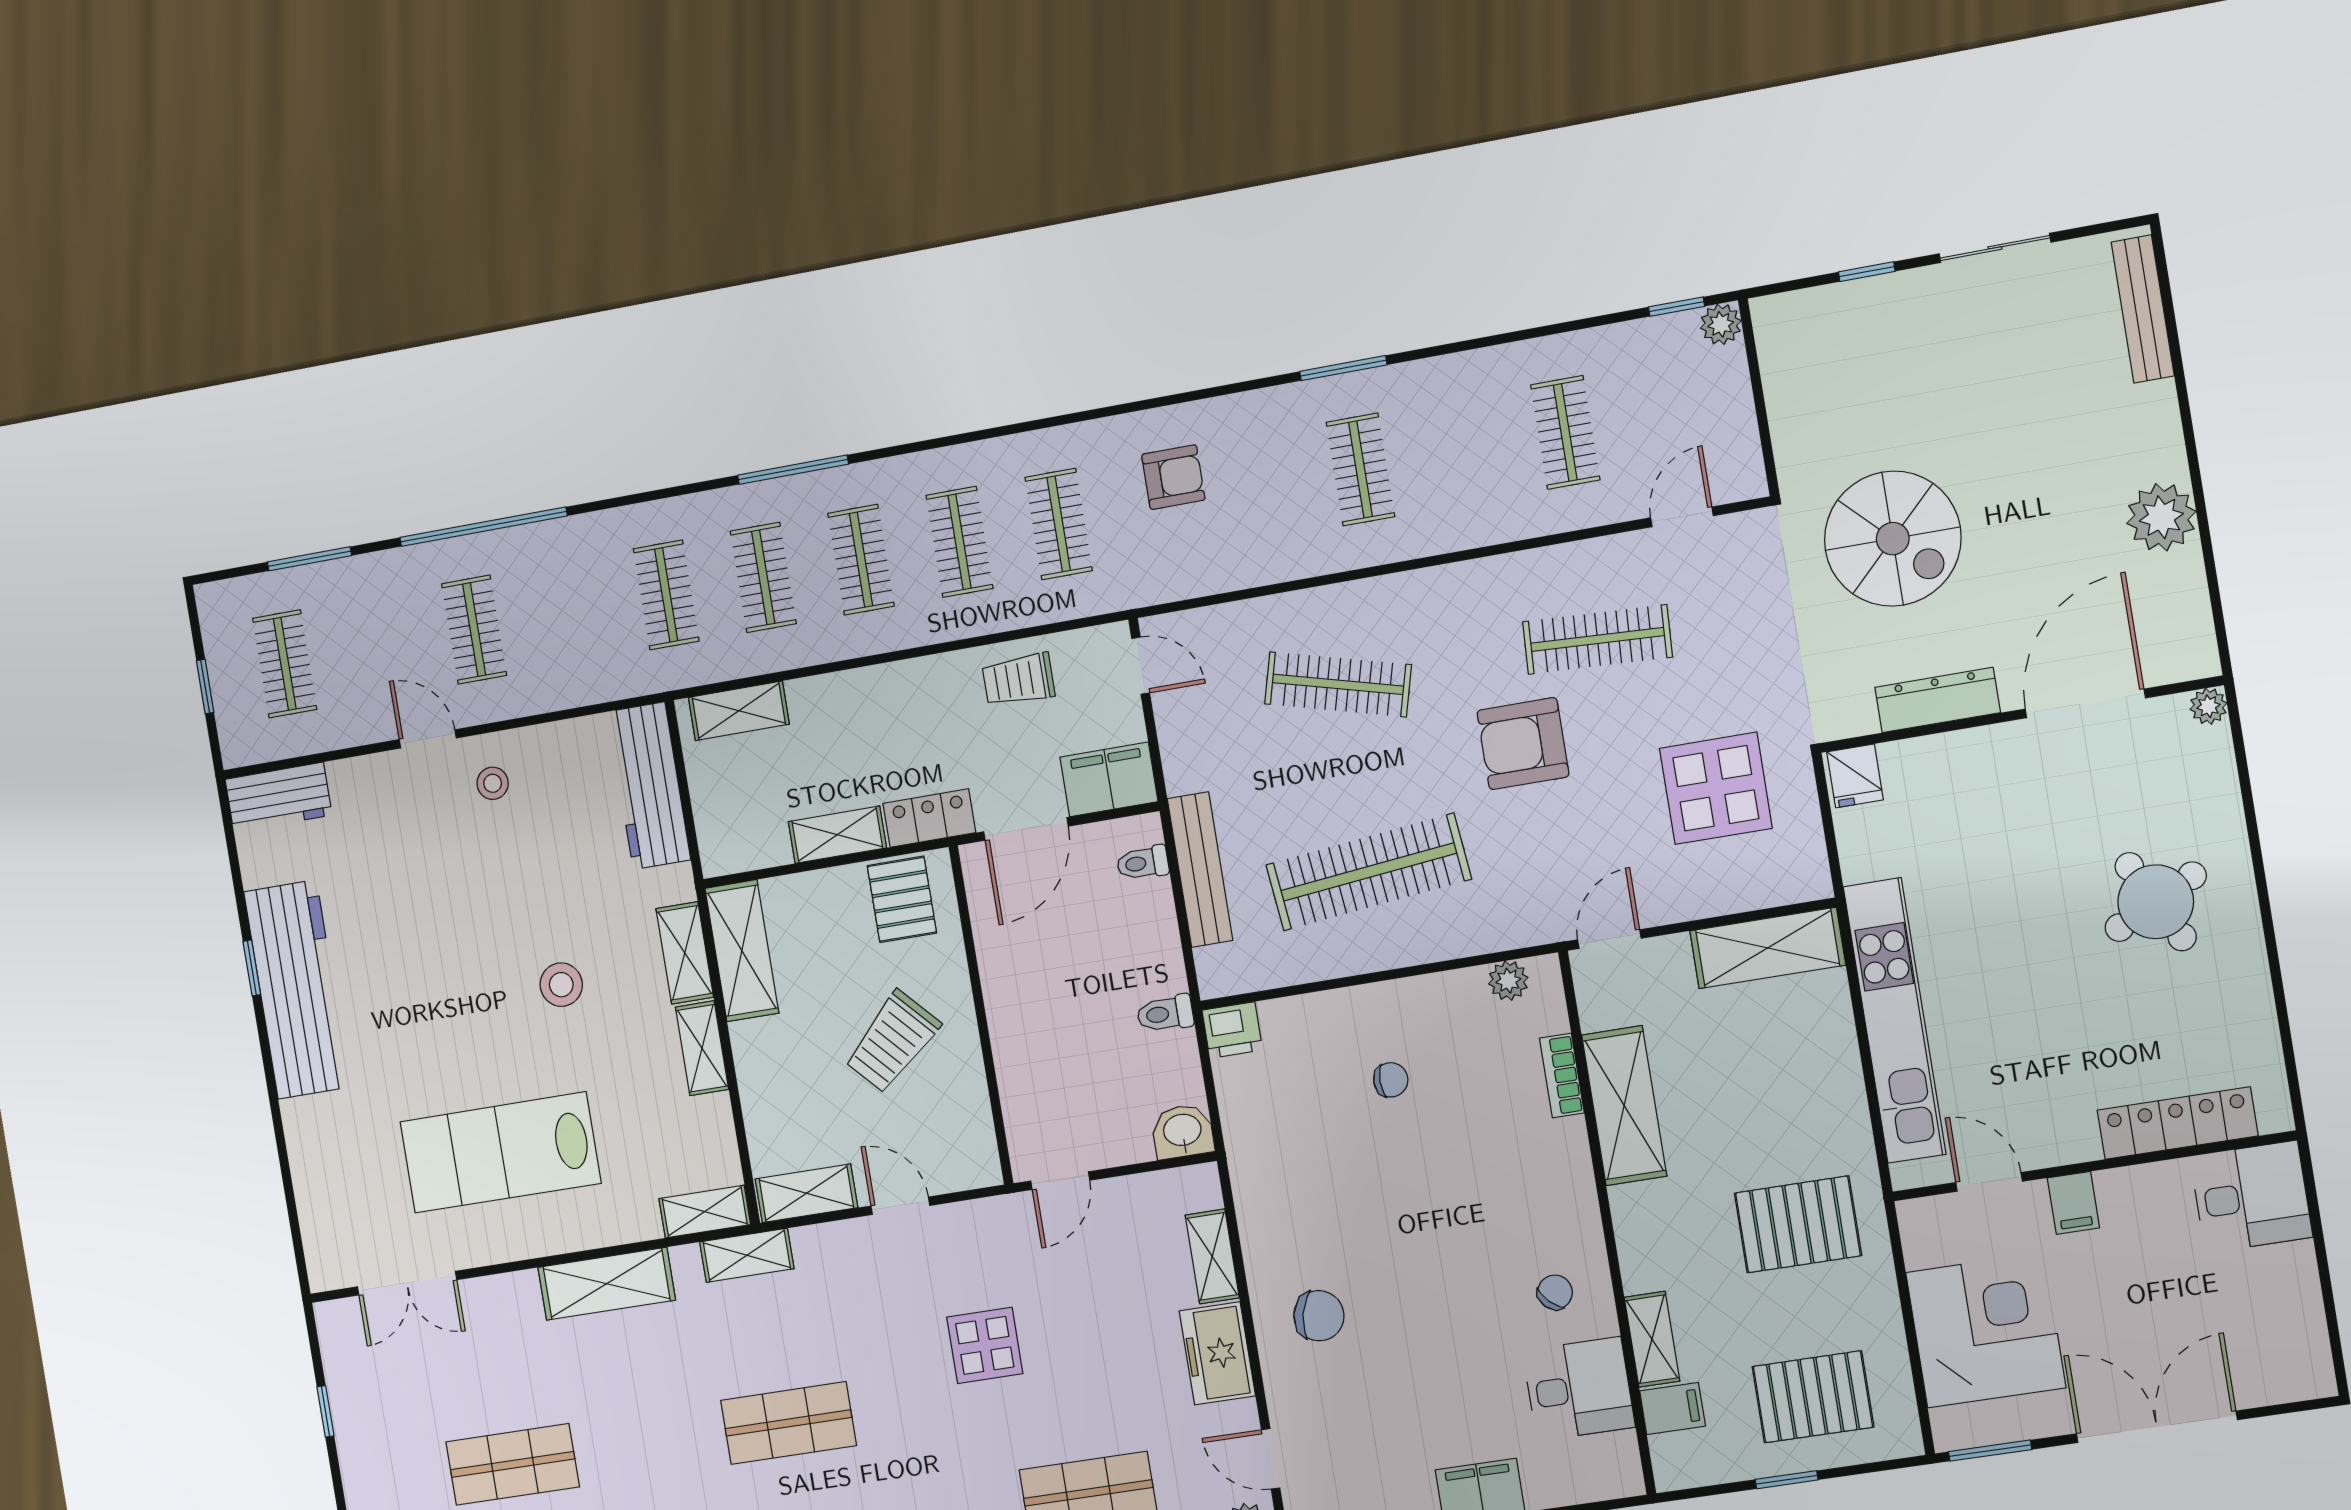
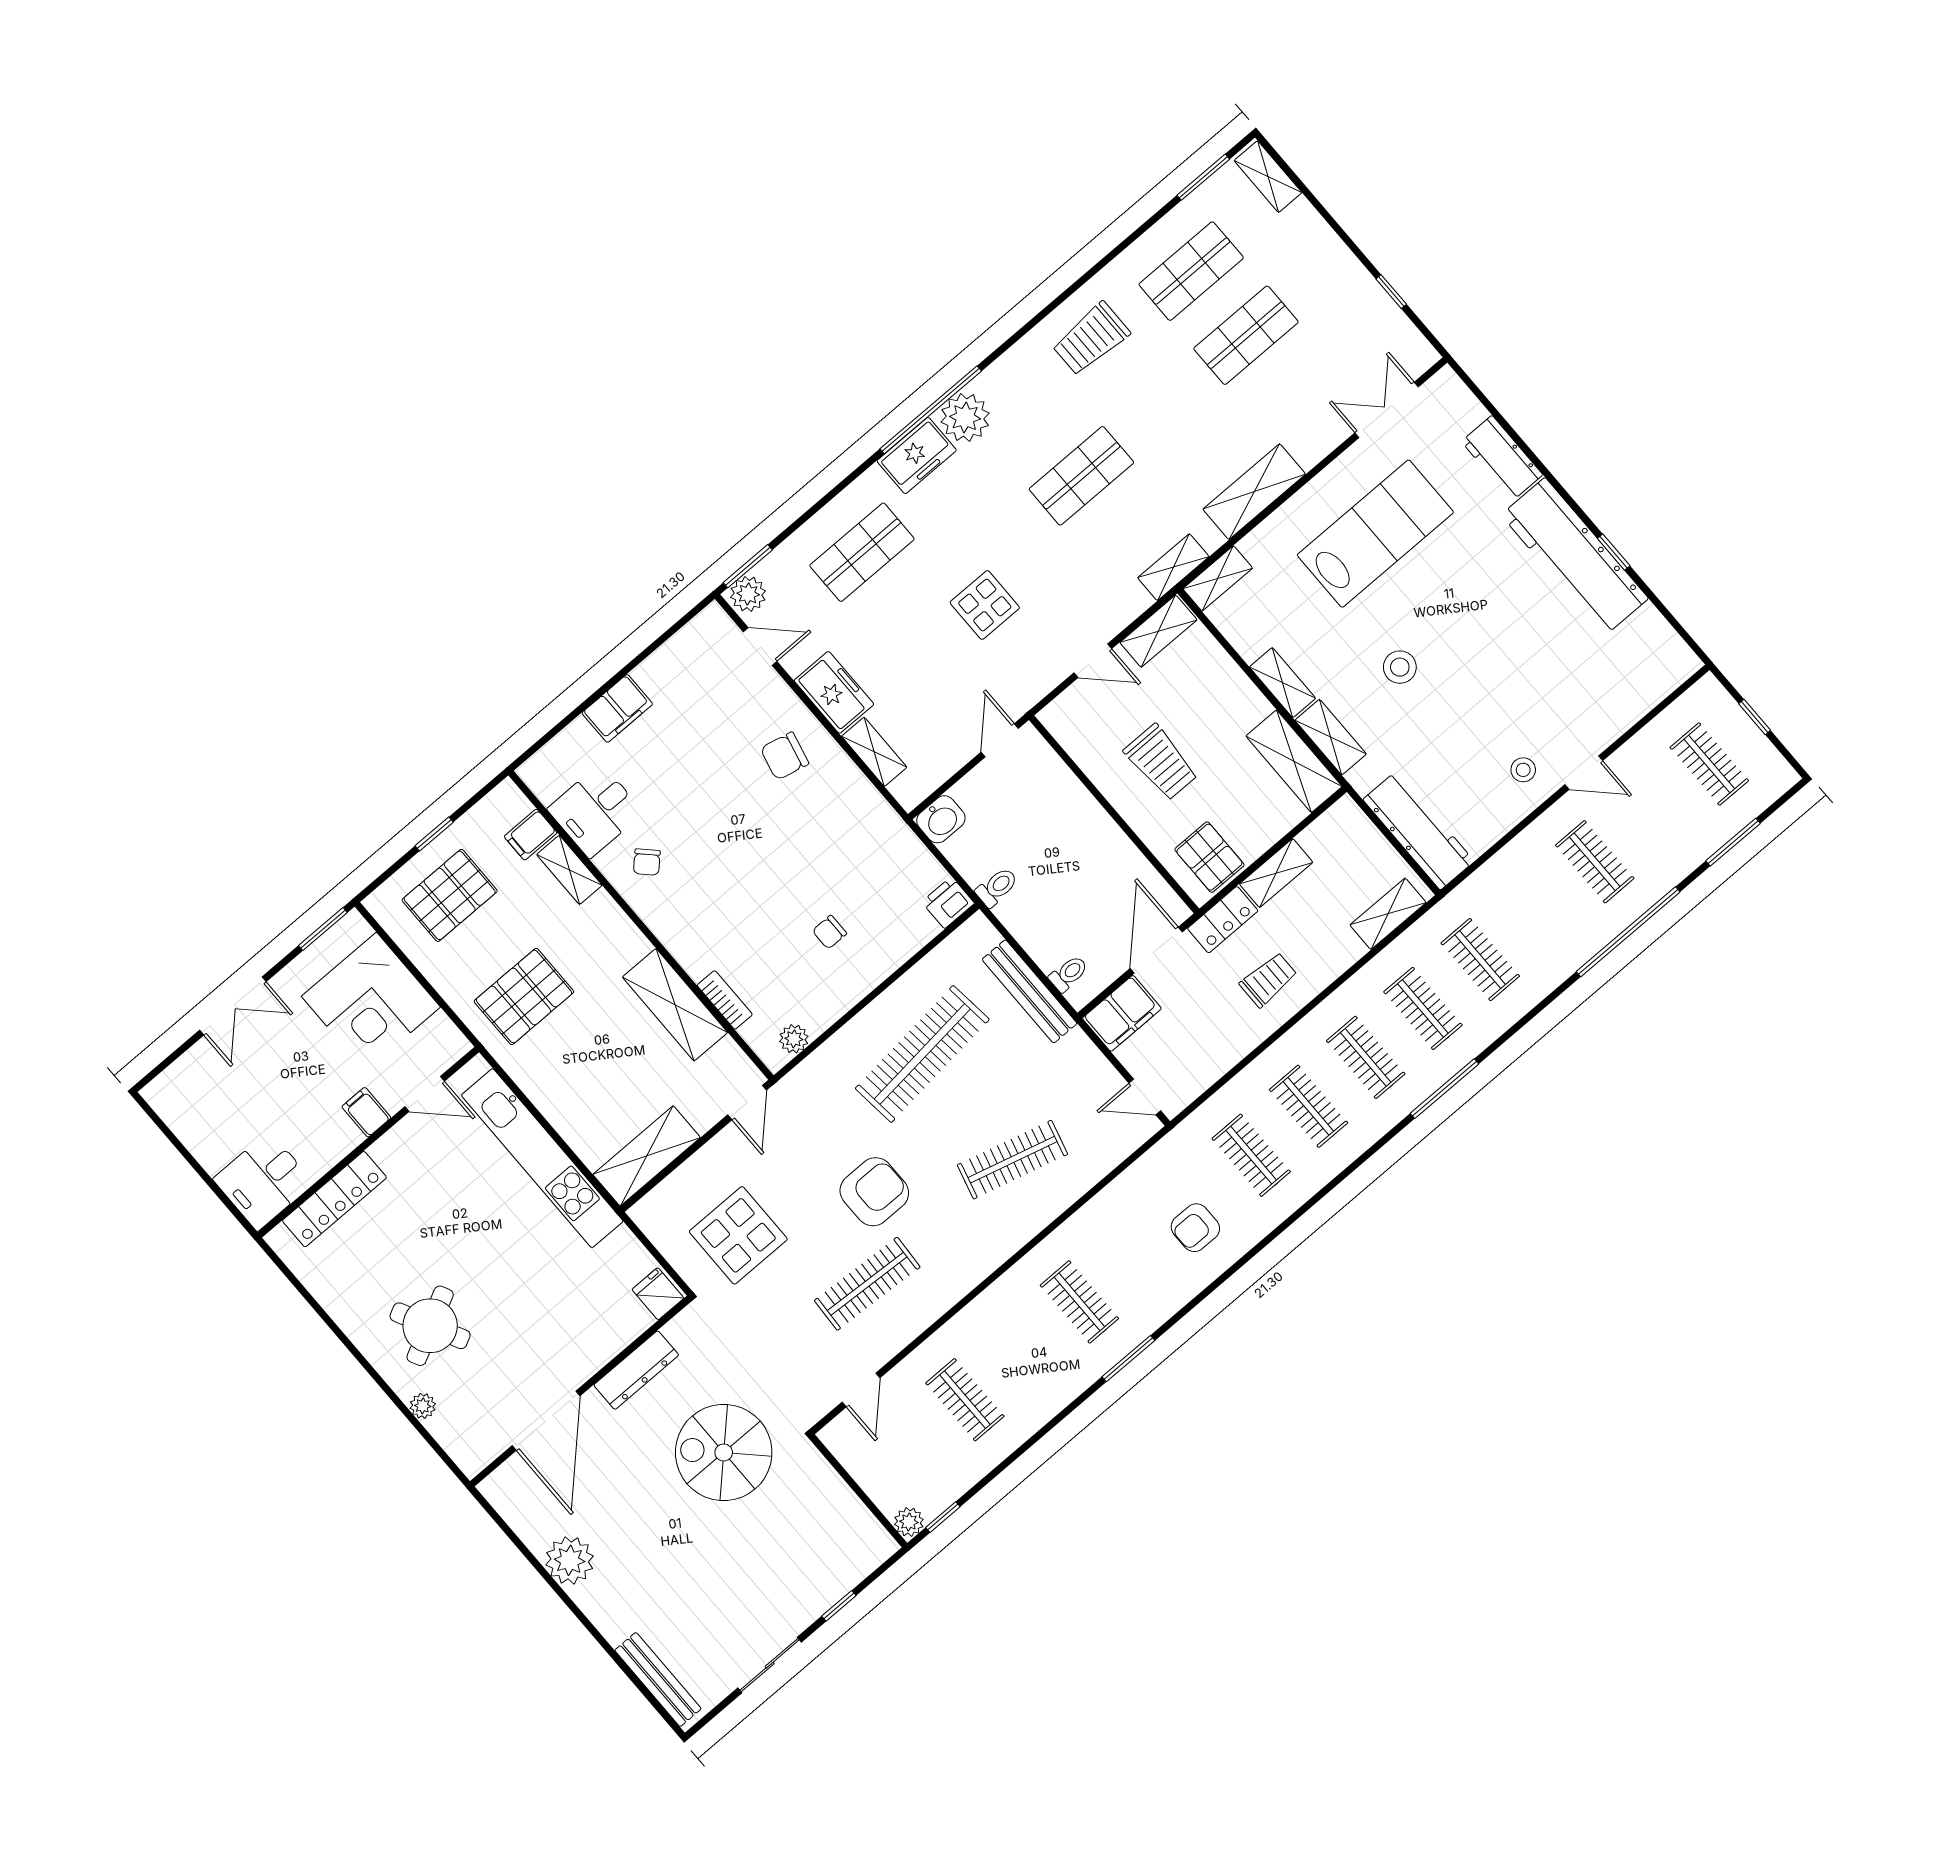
trolley: (1018, 680) -> (1268, 980), moved
plant: (2208, 706) -> (423, 1406), moved
workbench: (278, 797) -> (1502, 458), moved, turned -90
trolley: (892, 1042) -> (1161, 762), turned 133
double door: (2157, 1427) -> (233, 1006), width x0.73

